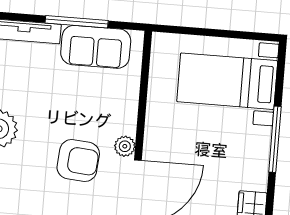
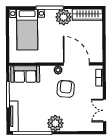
sofa: (96, 47) -> (25, 74), moved, turned 90
plant: (250, 170) -> (64, 17), added

